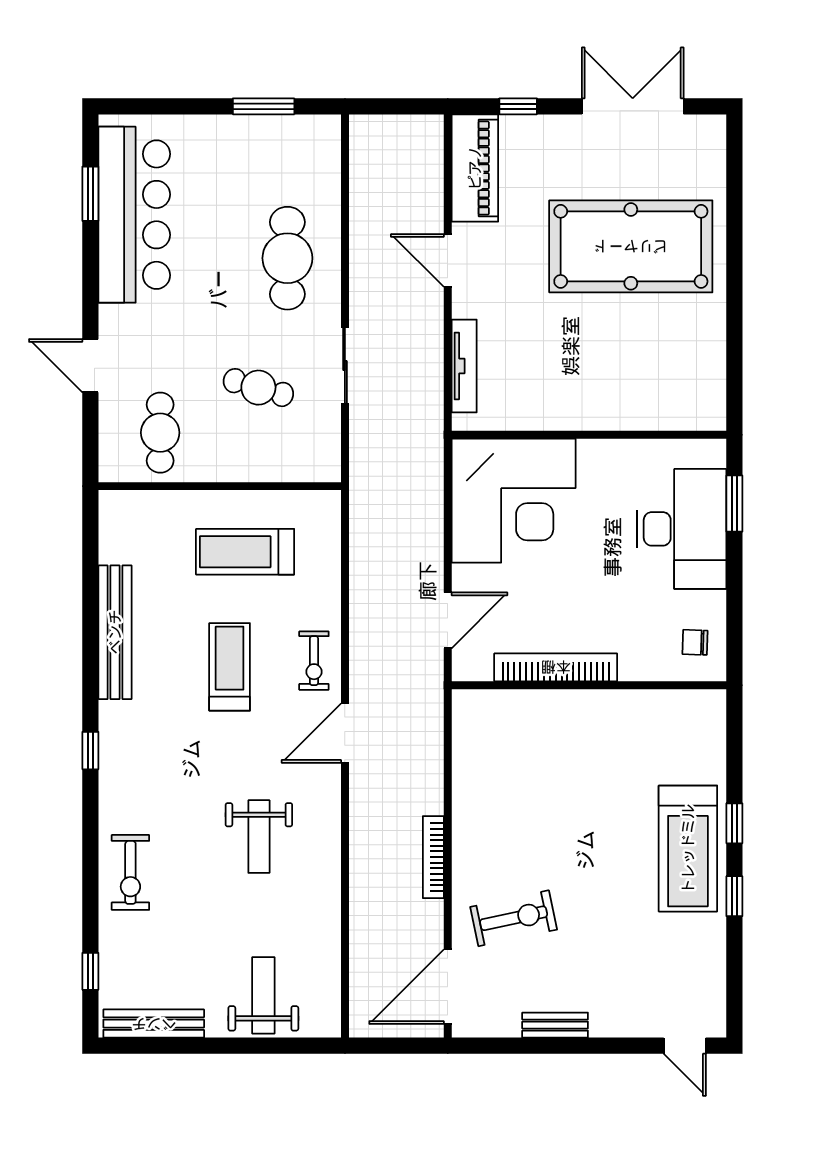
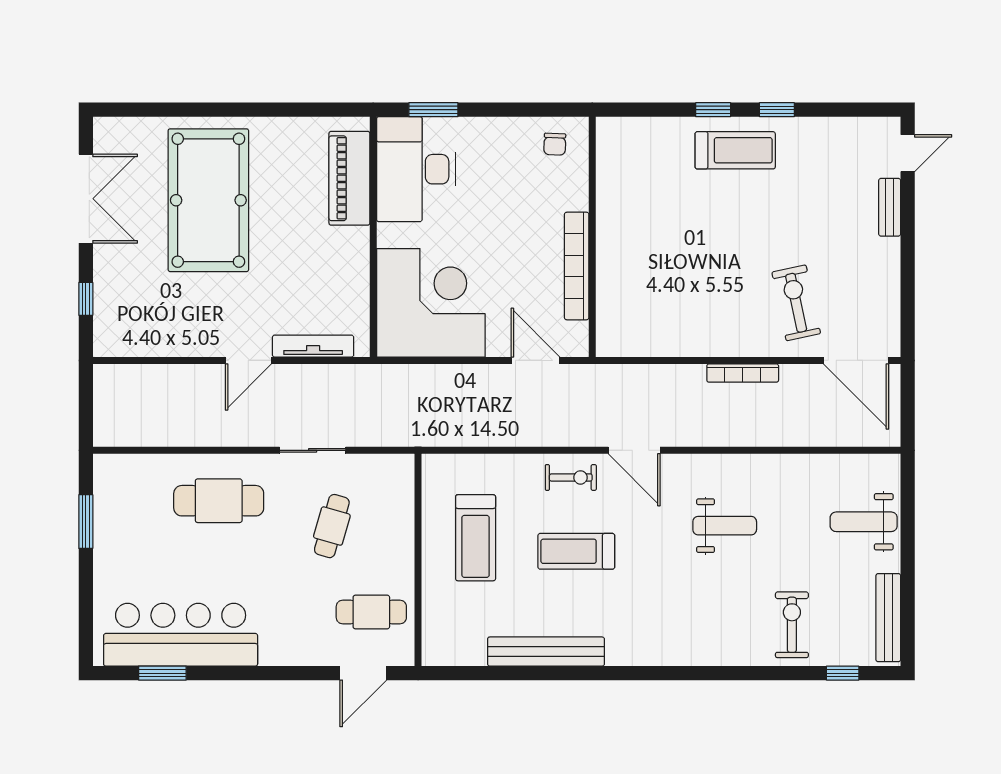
double door: (633, 106) -> (86, 199), swing flipped
piano: (475, 168) -> (349, 178), moved, turned -90
door: (448, 260) -> (248, 360), moved
door: (90, 366) -> (363, 673), moved
desk: (681, 529) -> (416, 169), moved, turned -90
window: (90, 751) -> (649, 673), removed
treadmill: (688, 849) -> (735, 150), width x0.73, depth x0.73
exercise bike: (130, 872) -> (792, 625), moved, turned -90
bench: (555, 1025) -> (890, 207), moved

